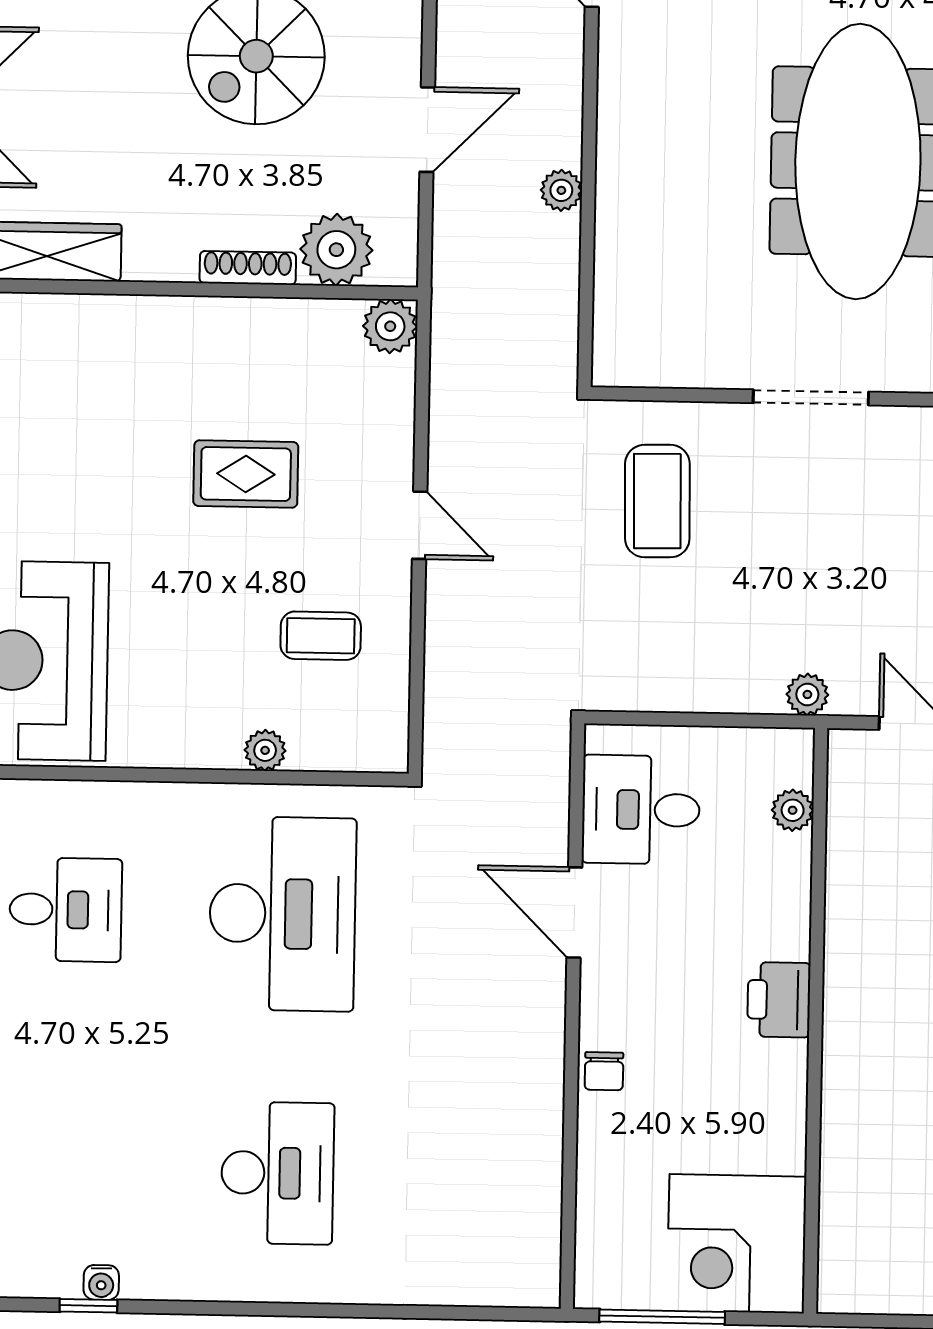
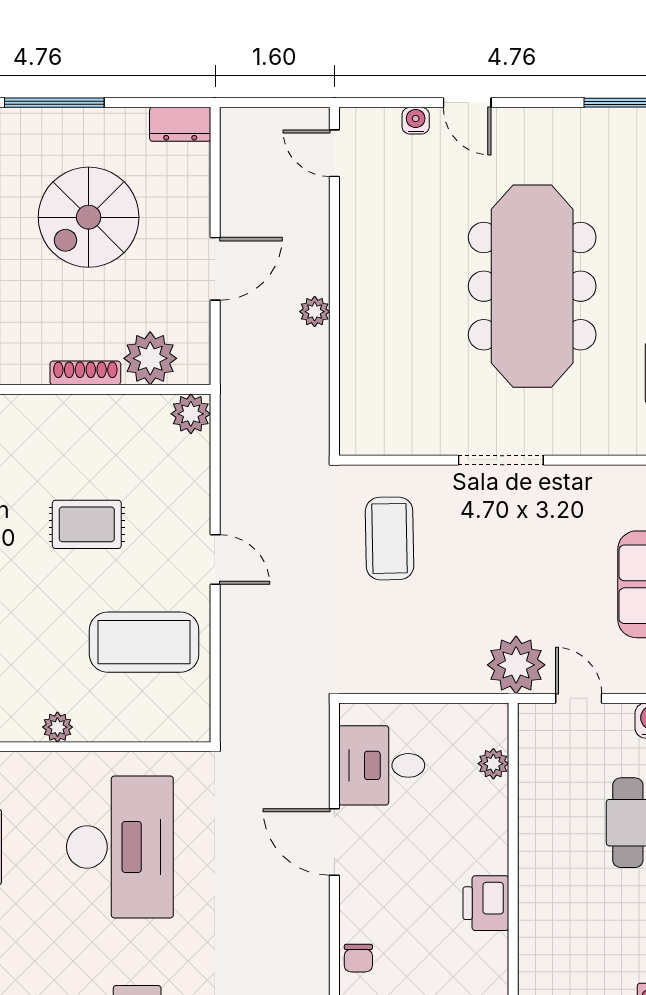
coffee table: (321, 636) -> (144, 642), width x1.86, depth x1.72
plant: (807, 694) -> (516, 665), width x1.88, depth x1.88
plant: (265, 750) -> (57, 727), moved

